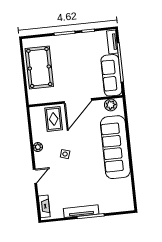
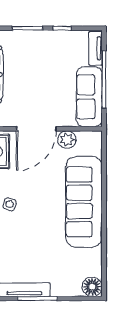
plant: (111, 105) -> (67, 140), moved
floor lamp: (127, 204) -> (92, 287), added

